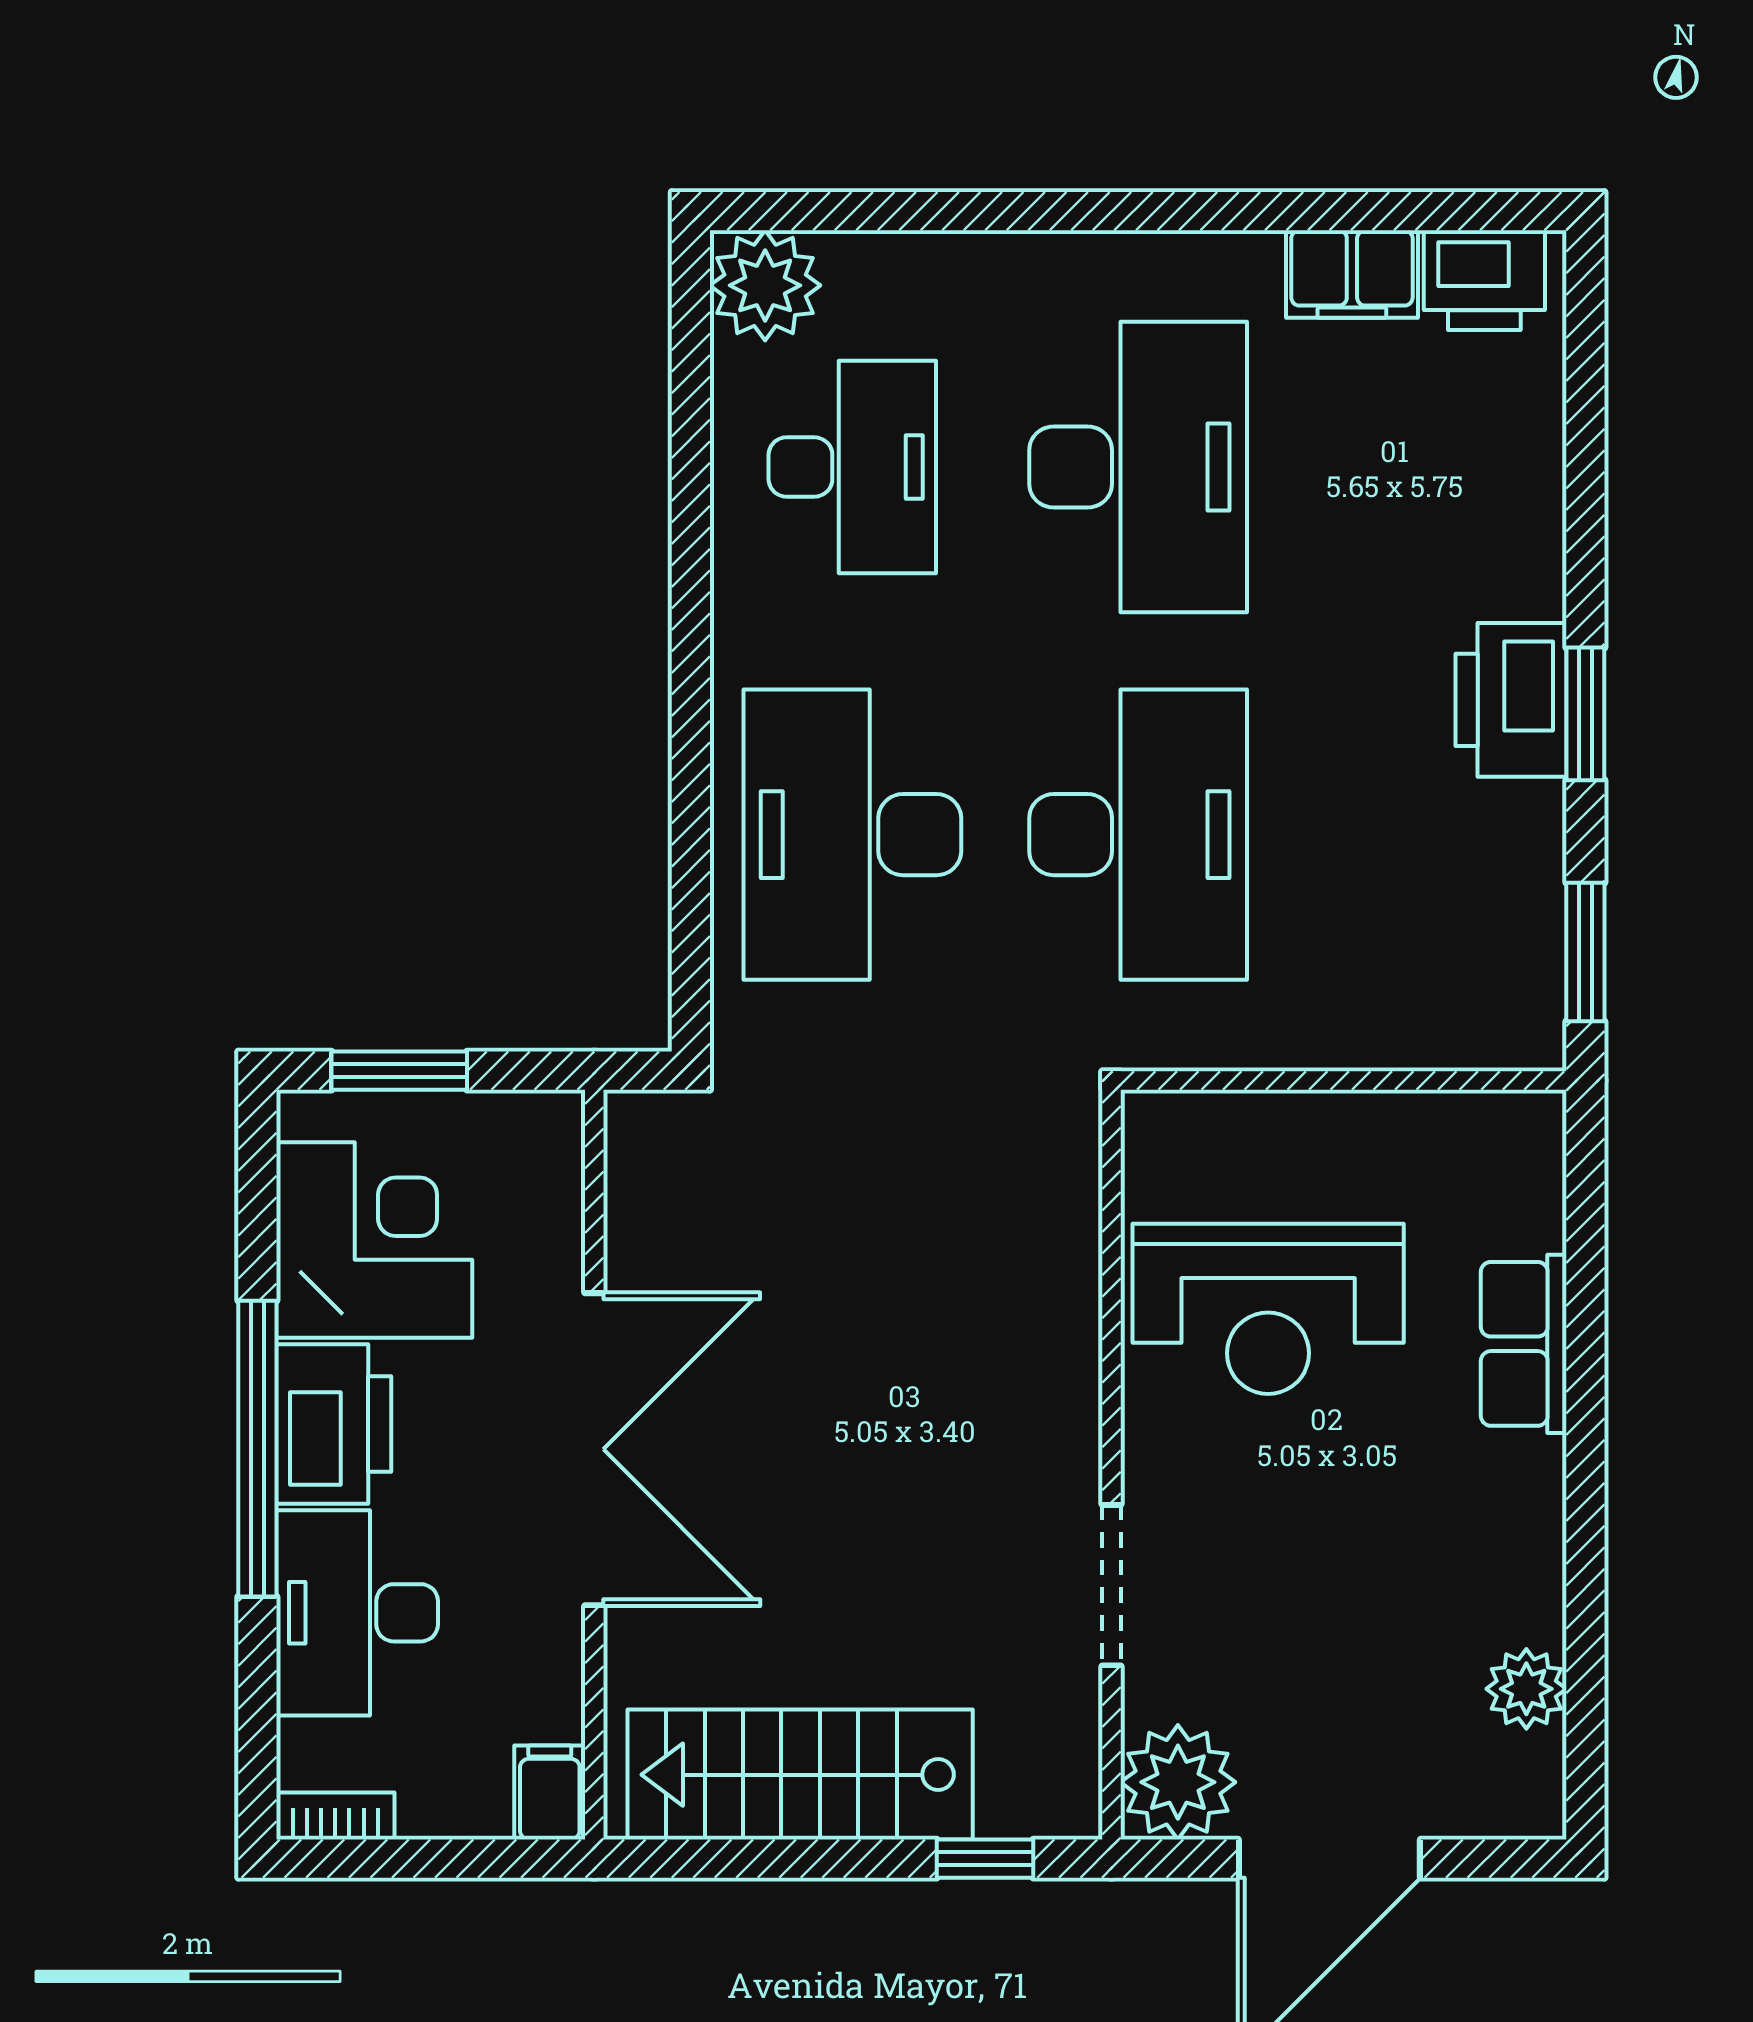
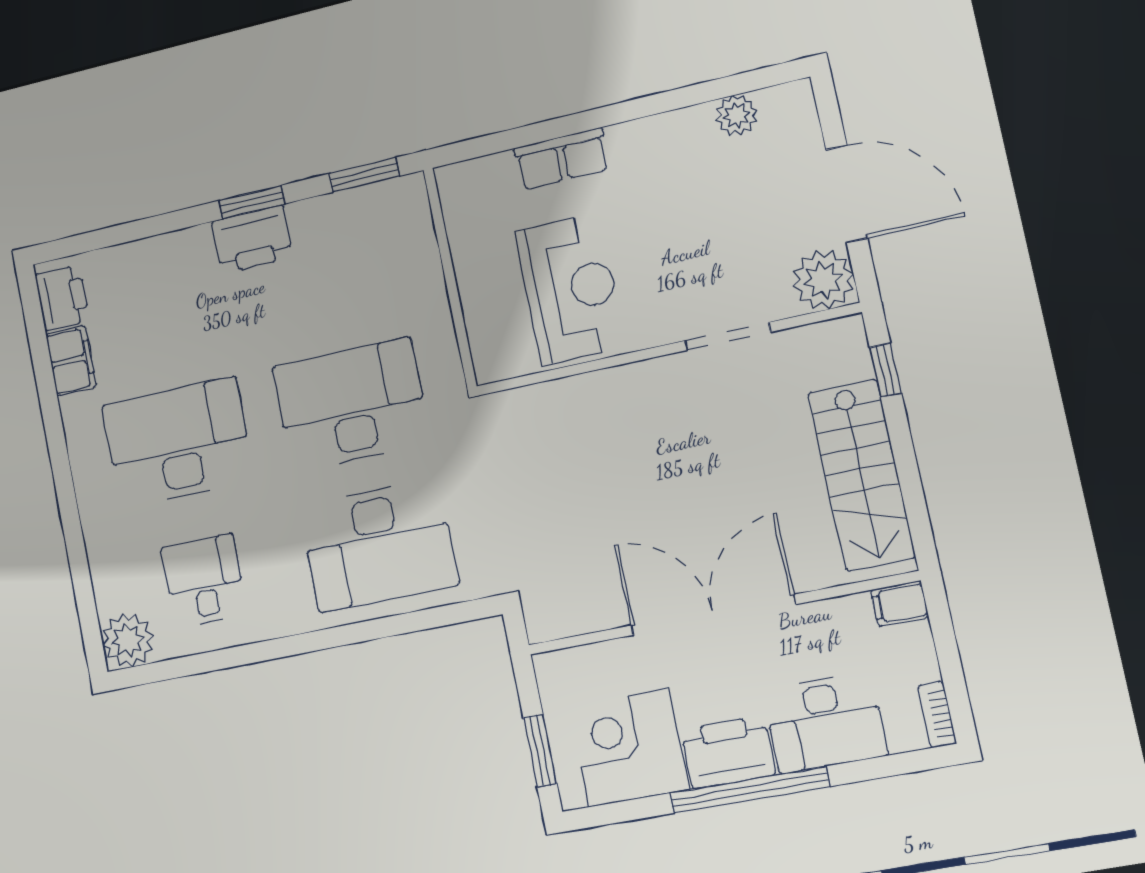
desk: (852, 467) -> (204, 581), width x0.73

